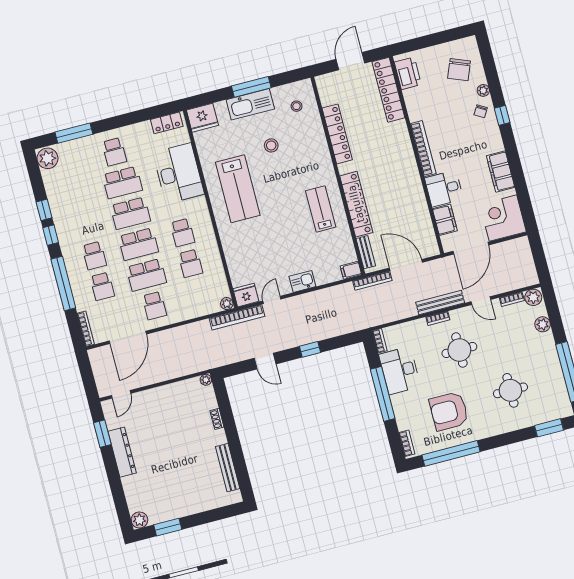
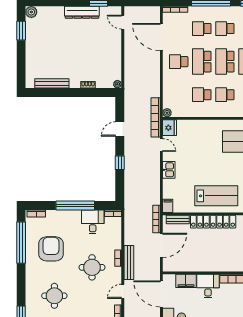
lab bench: (321, 209) -> (216, 196), width x1.36, depth x1.39
desk: (400, 370) -> (93, 222), width x0.73

